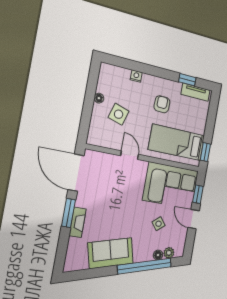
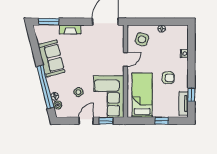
side table: (119, 114) -> (142, 39), moved
window: (205, 152) -> (162, 121), moved
window: (69, 213) -> (49, 22), moved

